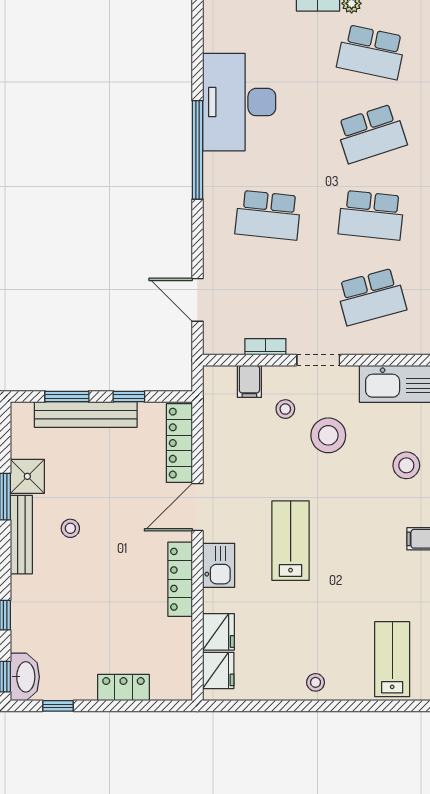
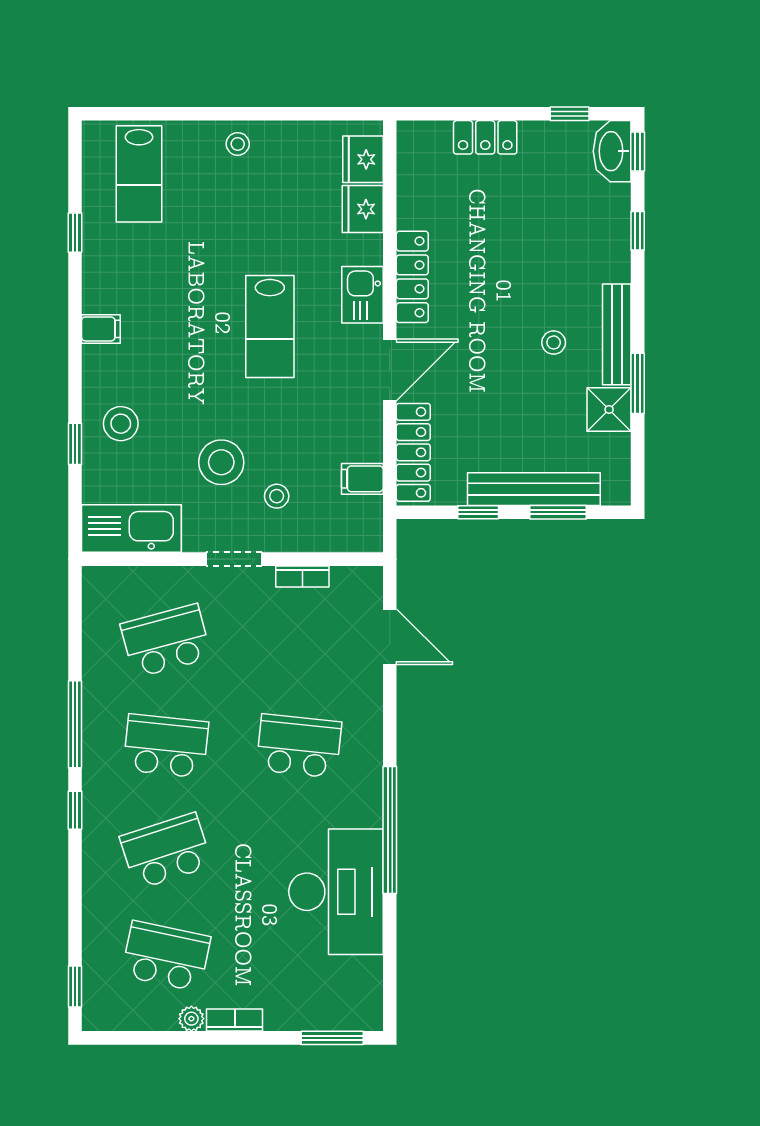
filing cabinet: (249, 381) -> (362, 479), moved, turned -90

